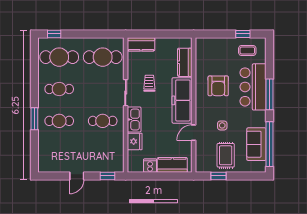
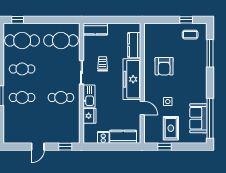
bar counter: (253, 87) -> (195, 67), removed
window: (269, 94) -> (210, 53), moved
door: (194, 133) -> (142, 108), swing flipped

